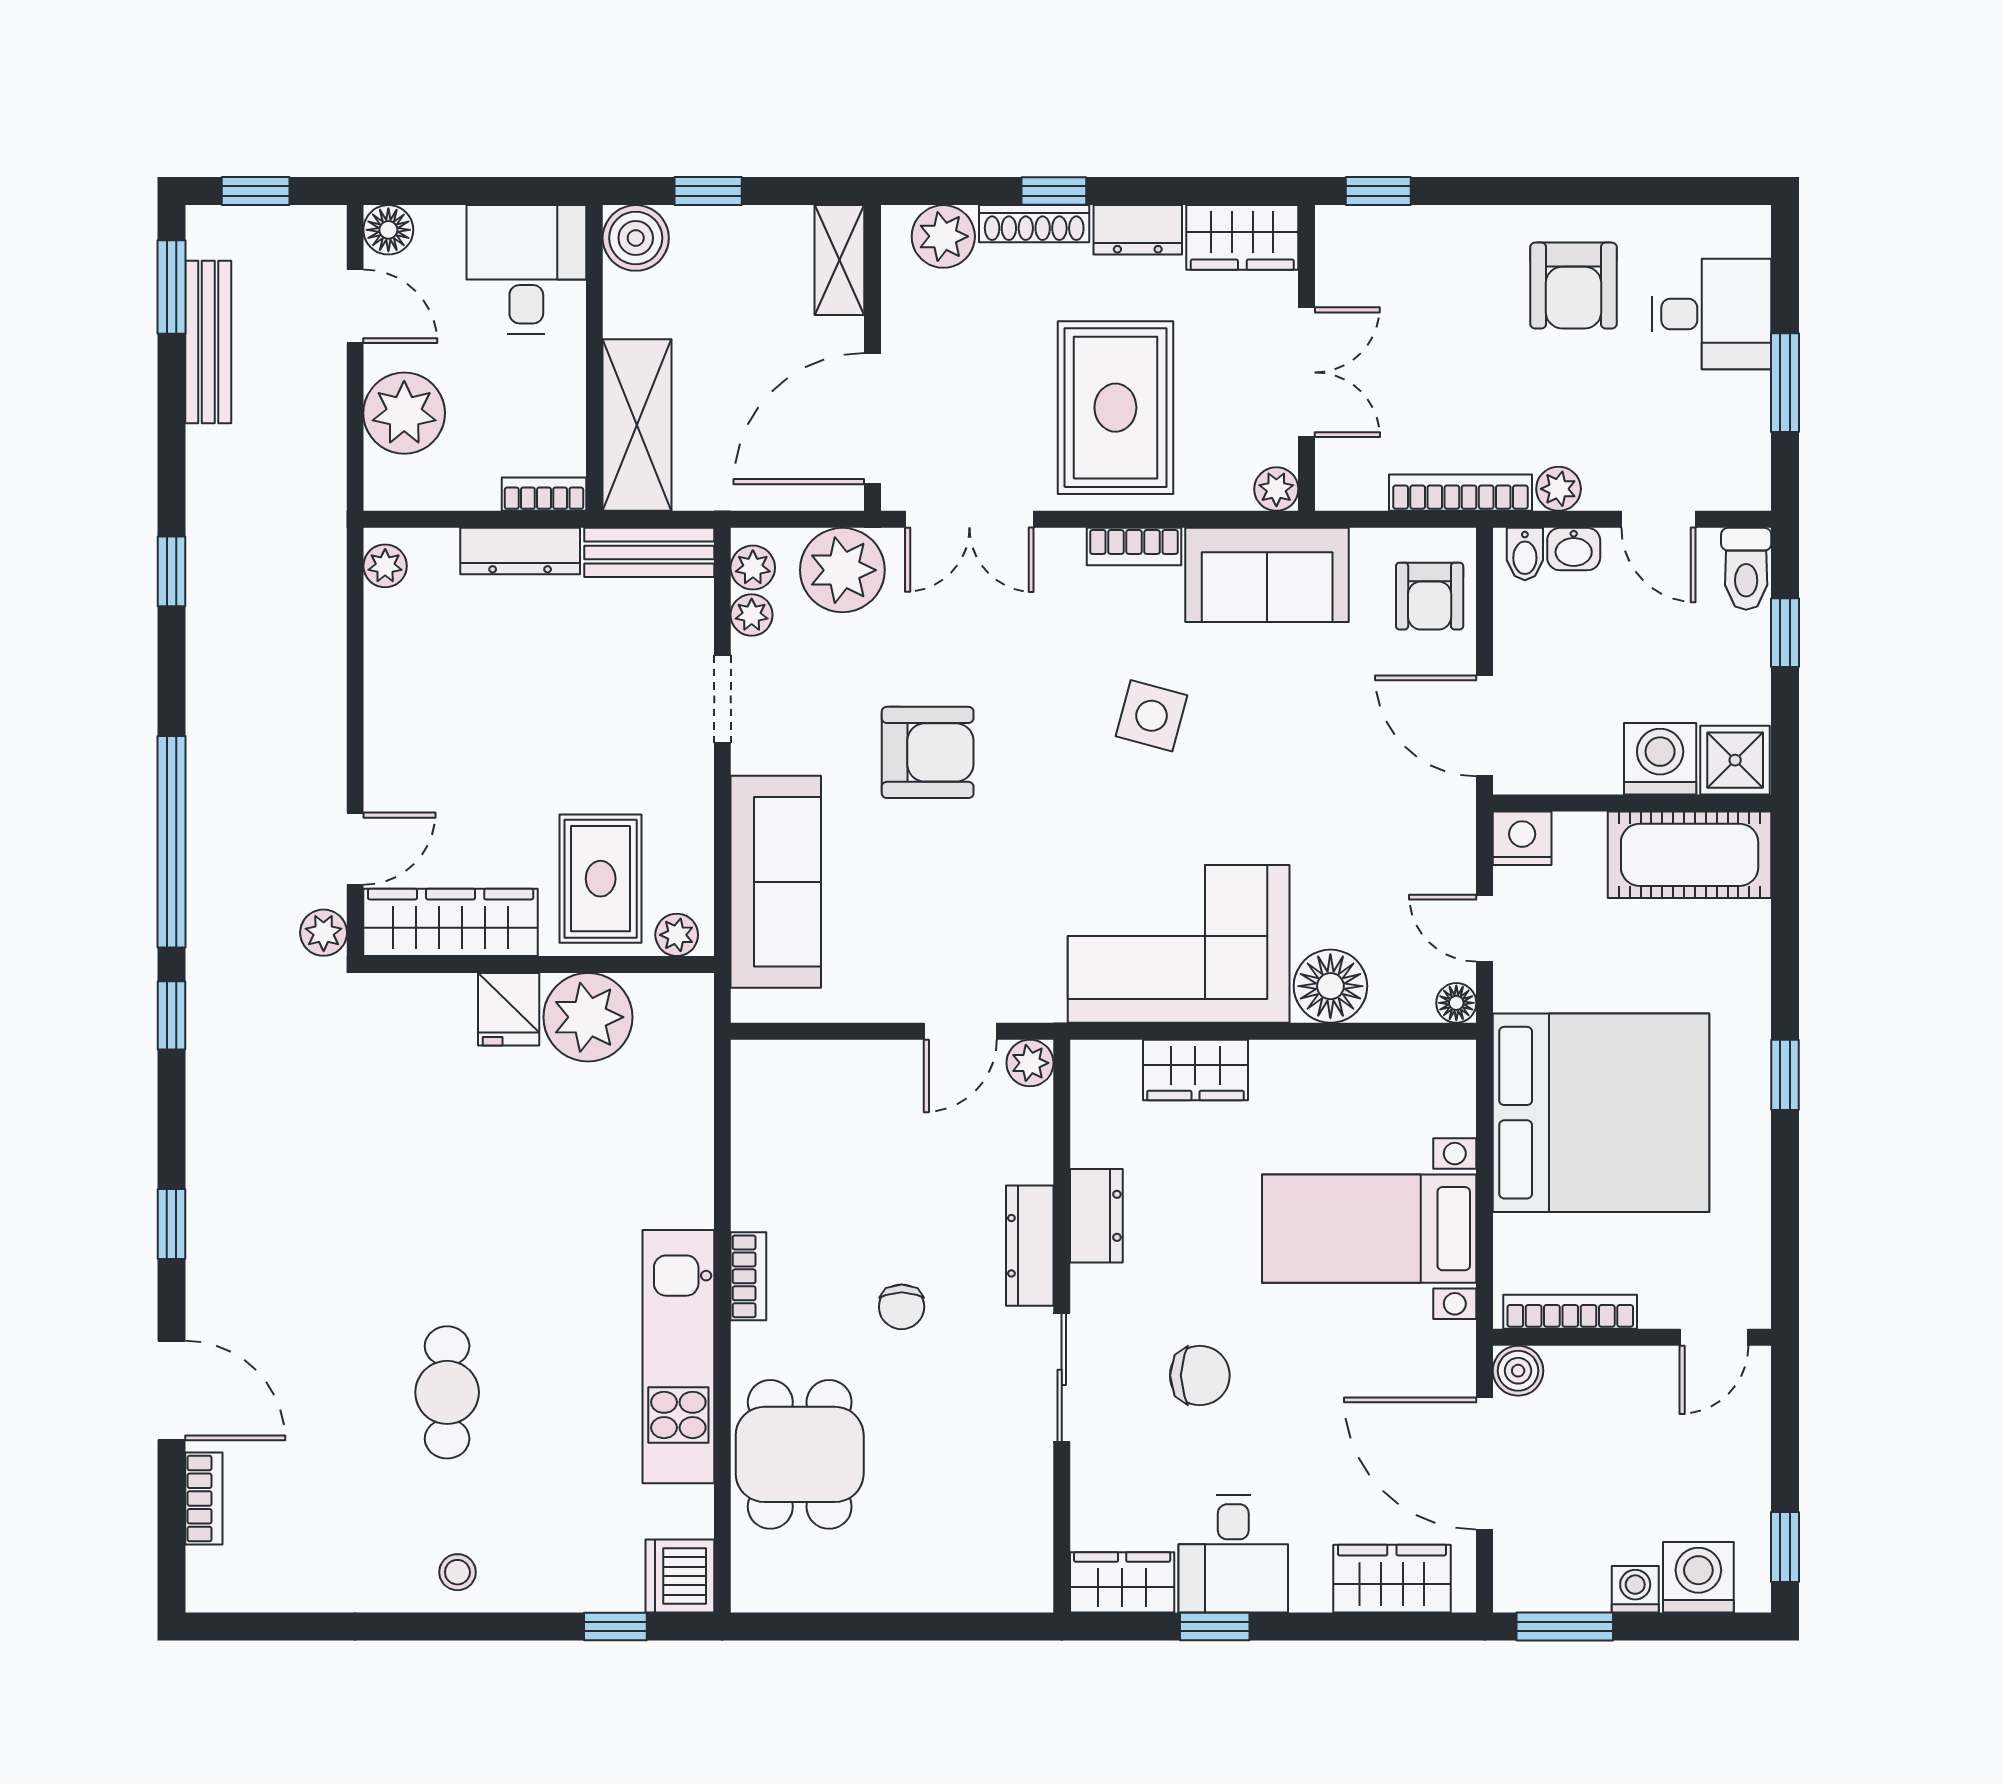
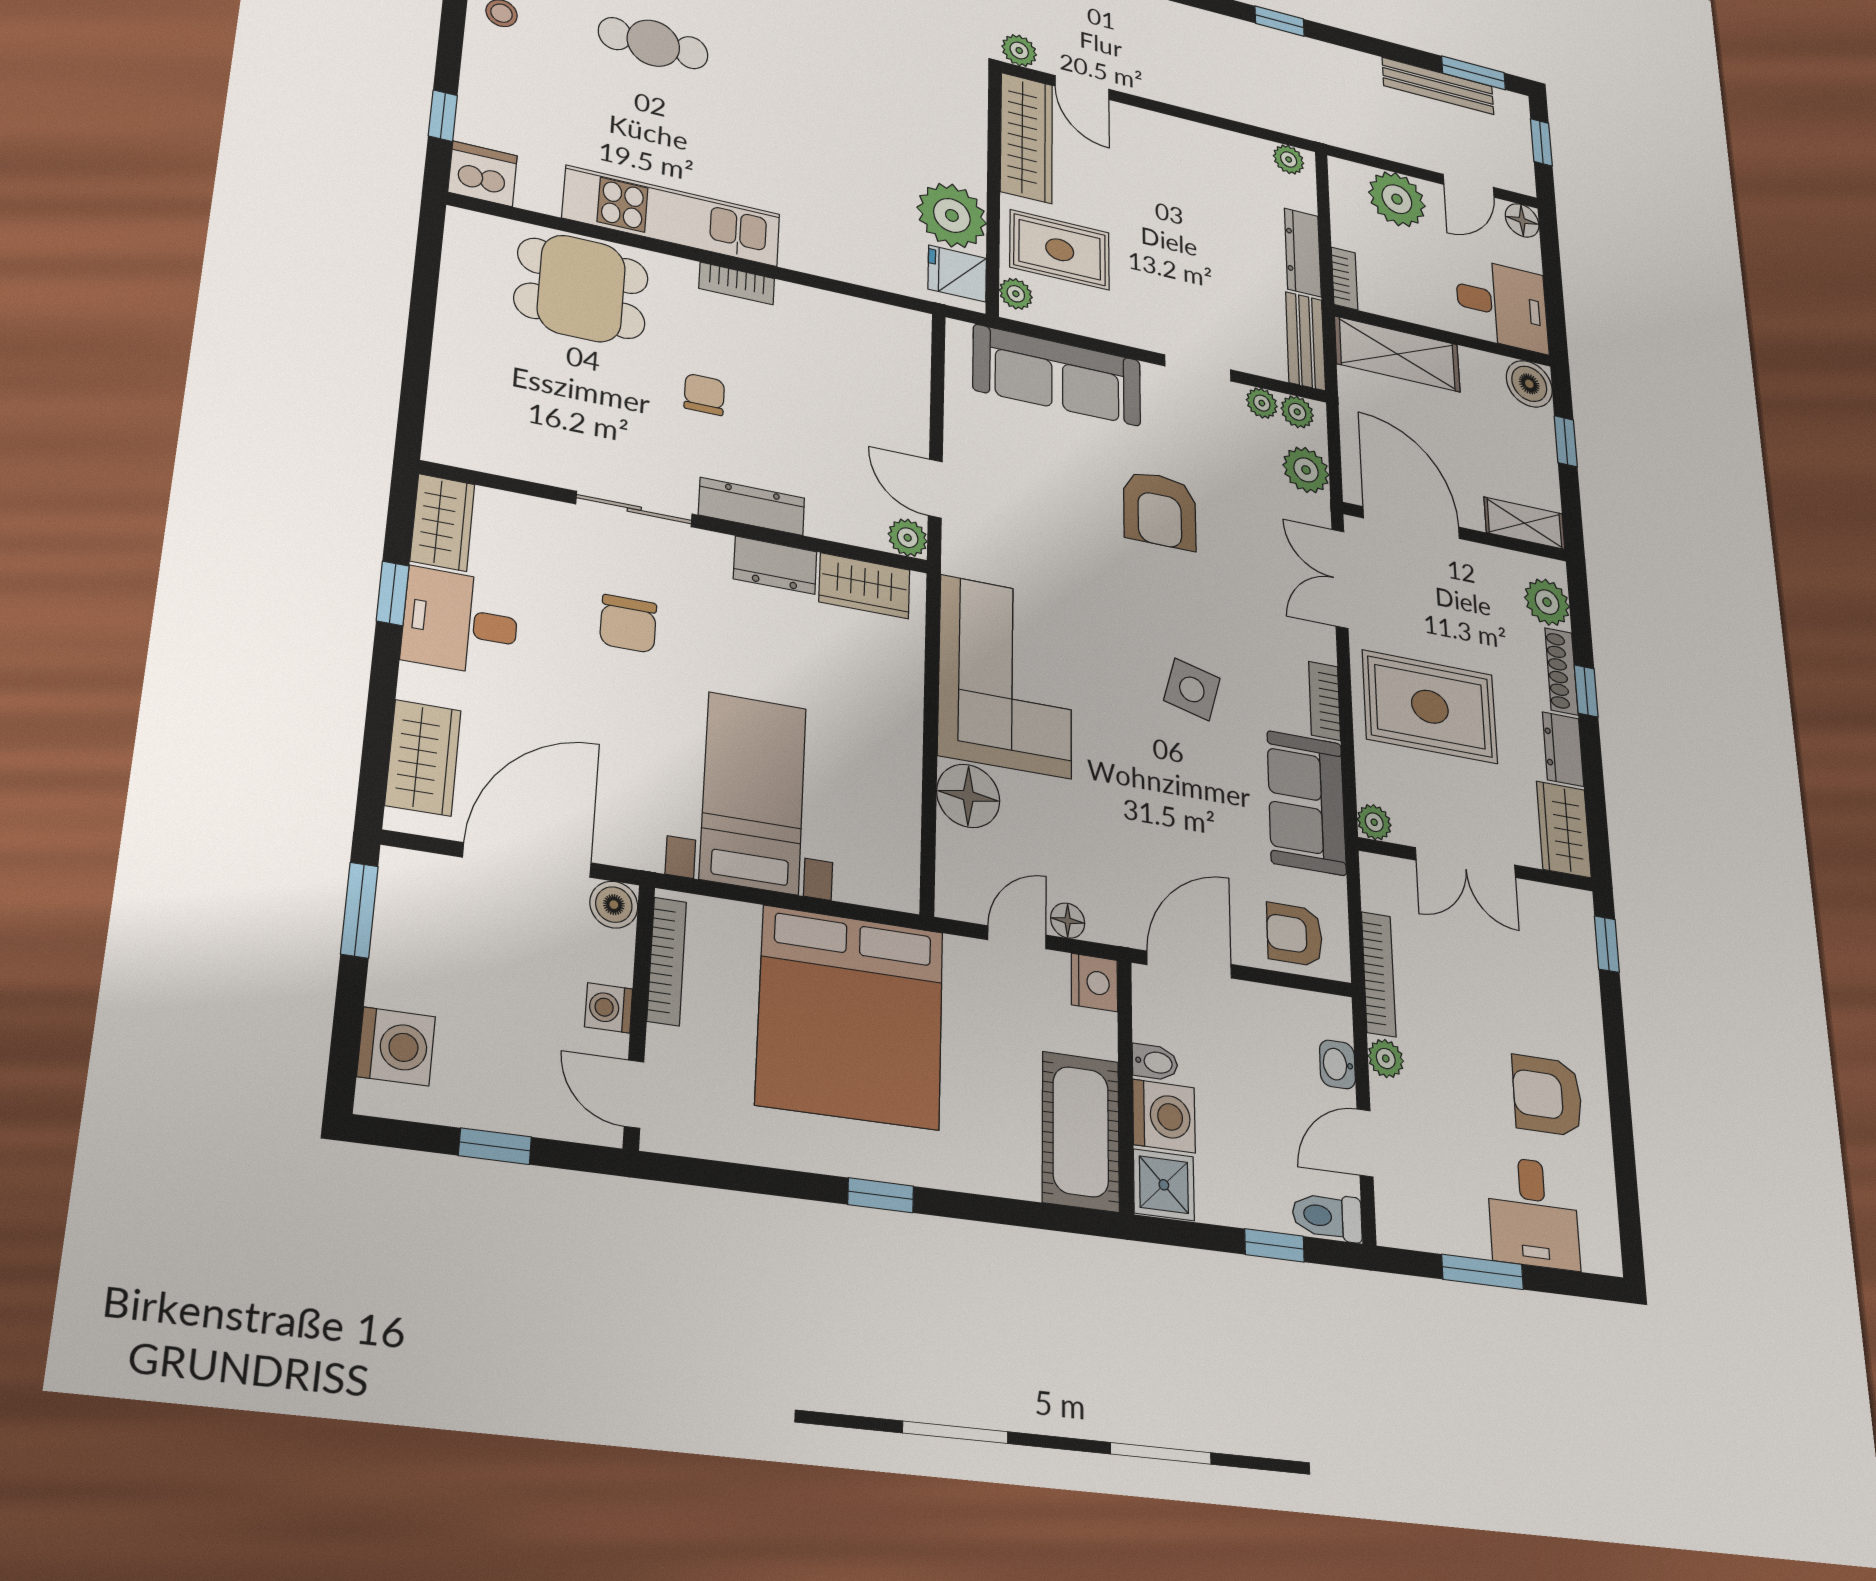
bidet: (1525, 554) -> (1155, 1062), moved, turned 180
plant: (842, 570) -> (1306, 470), width x0.73, depth x0.73
floor lamp: (1456, 1003) -> (1068, 921), moved
fridge: (509, 1009) -> (957, 274), moved
wardrobe: (1195, 1070) -> (864, 586), moved, turned -90
chair: (902, 1307) -> (704, 394), turned 90
window: (1785, 1547) -> (495, 1146), moved
washing machine: (1635, 1589) -> (609, 1008), moved, turned 180

